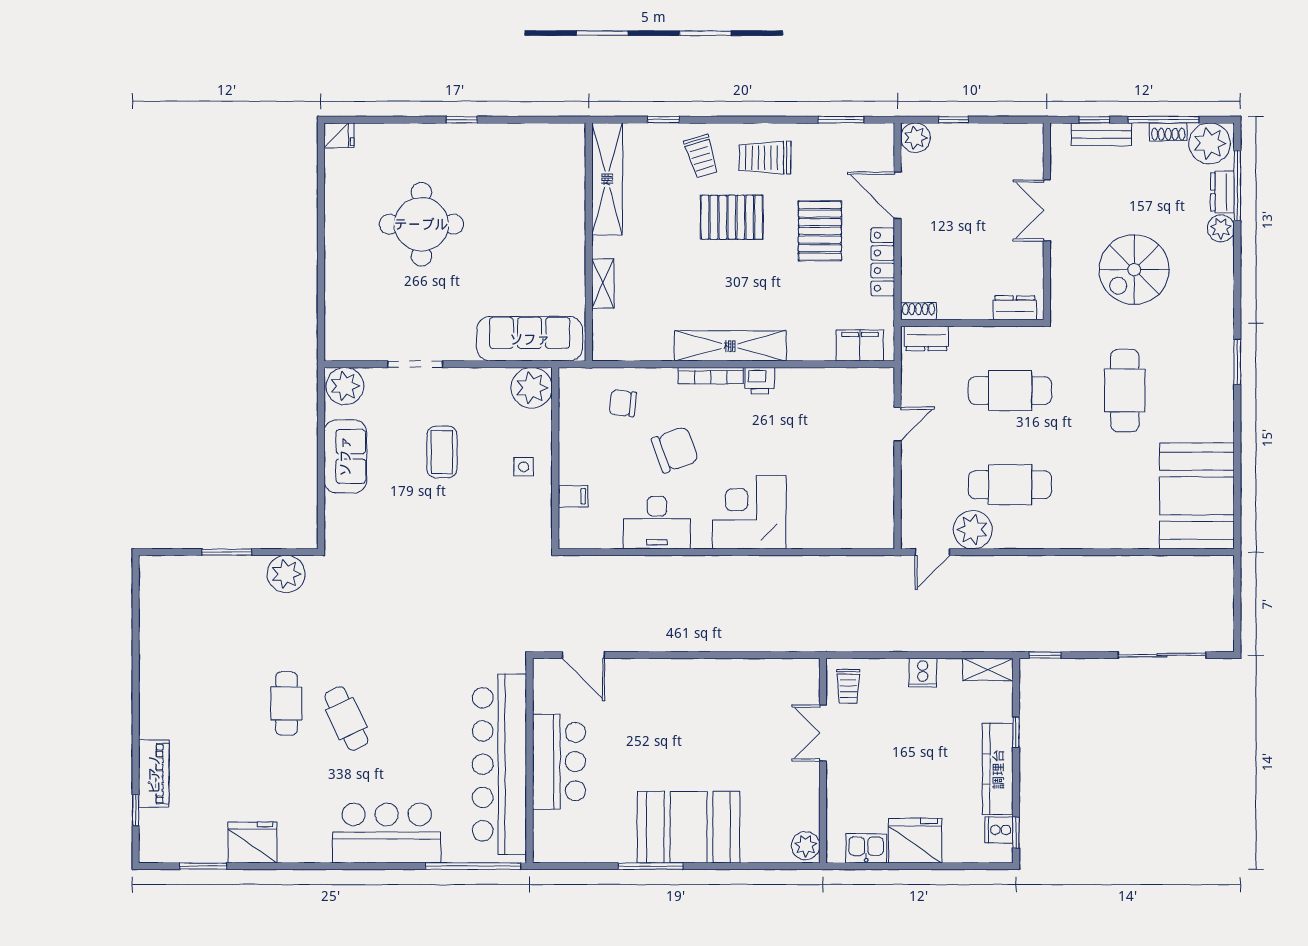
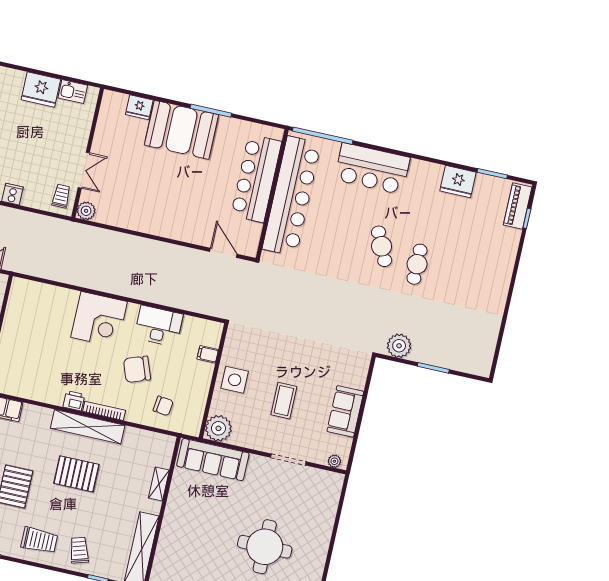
pallet: (732, 217) -> (76, 474), moved
plant: (345, 386) -> (334, 461), width x0.53, depth x0.53
side table: (524, 467) -> (235, 380), width x1.87, depth x1.87
bar counter: (559, 762) -> (256, 178), width x1.36
piano: (154, 774) -> (518, 206), moved
plant: (806, 846) -> (86, 211), moved
fridge: (760, 847) -> (139, 107), added

